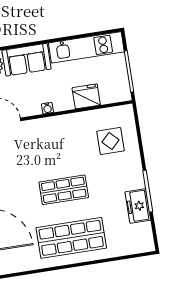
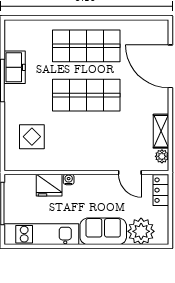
water cooler: (47, 108) -> (69, 179), moved
shop shelf: (64, 190) -> (86, 95), width x1.43, depth x1.36

